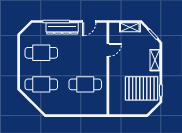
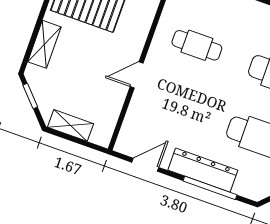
door: (108, 50) -> (137, 75), moved
cafe table: (85, 84) -> (197, 45), width x0.73, depth x0.74

